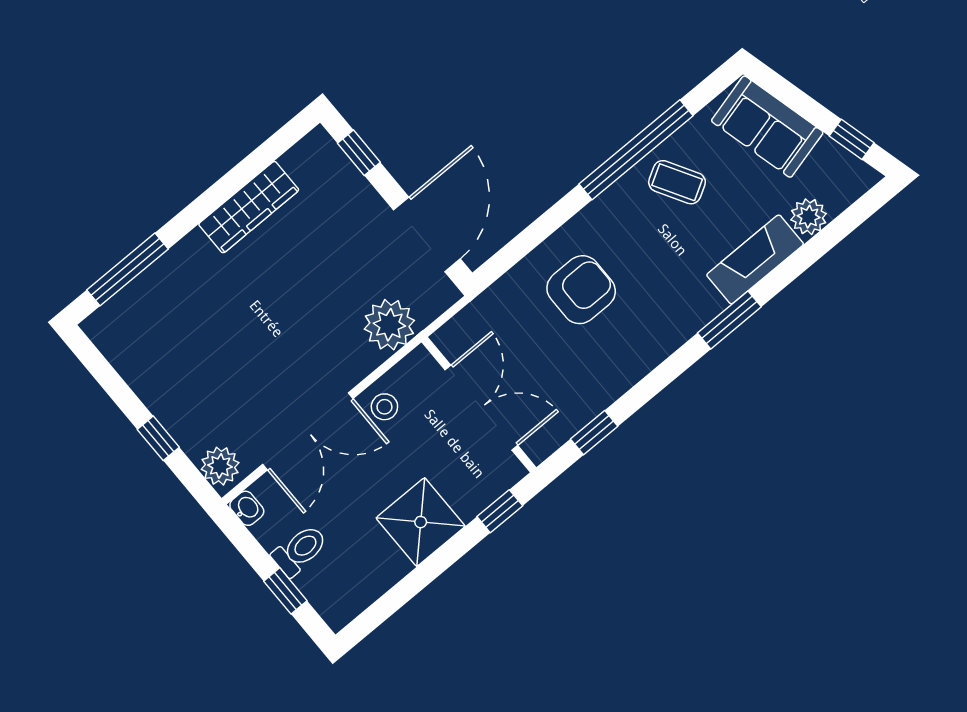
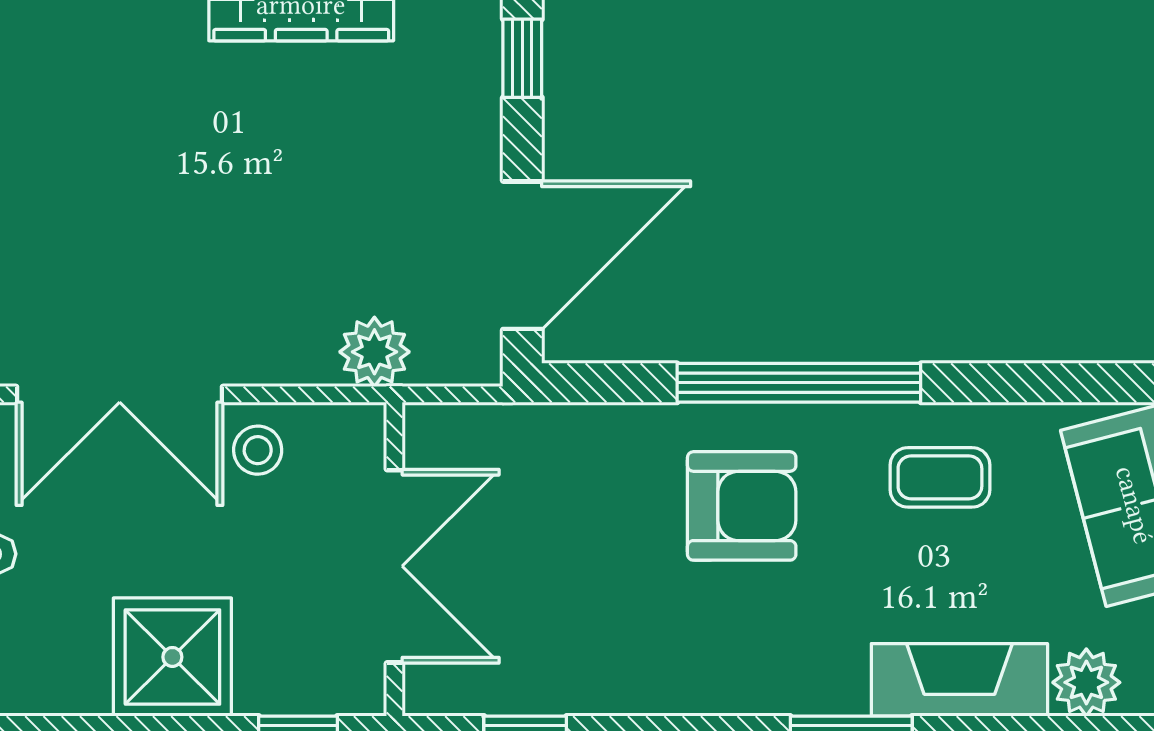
window: (636, 150) -> (799, 383), moved
coffee table: (677, 182) -> (940, 477), turned -60
armchair: (581, 290) -> (742, 506), moved
plant: (389, 325) -> (374, 352), width x0.73, depth x0.73

